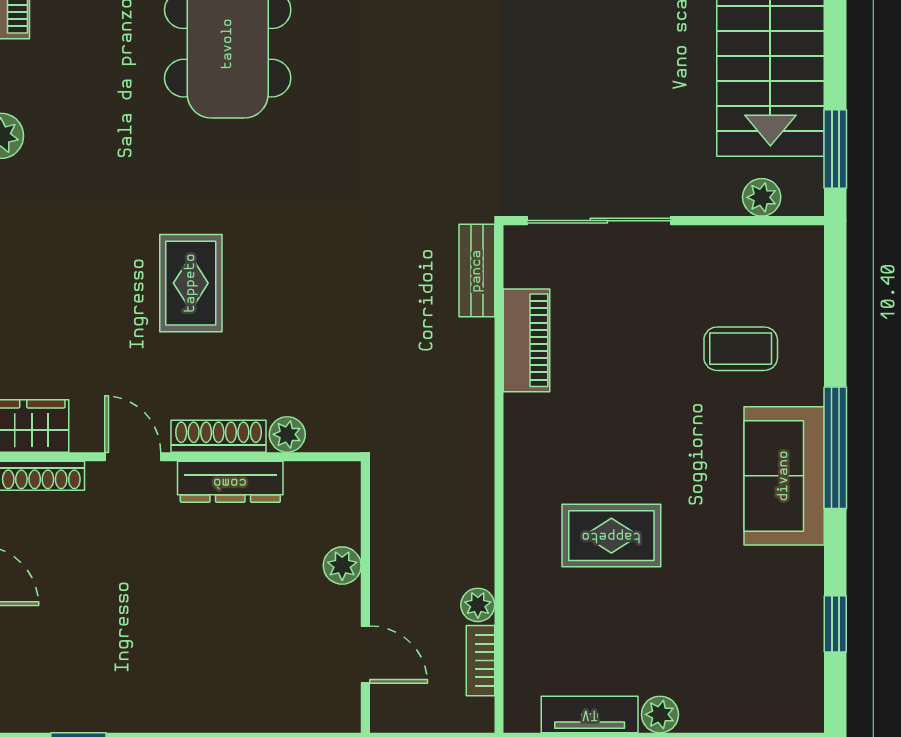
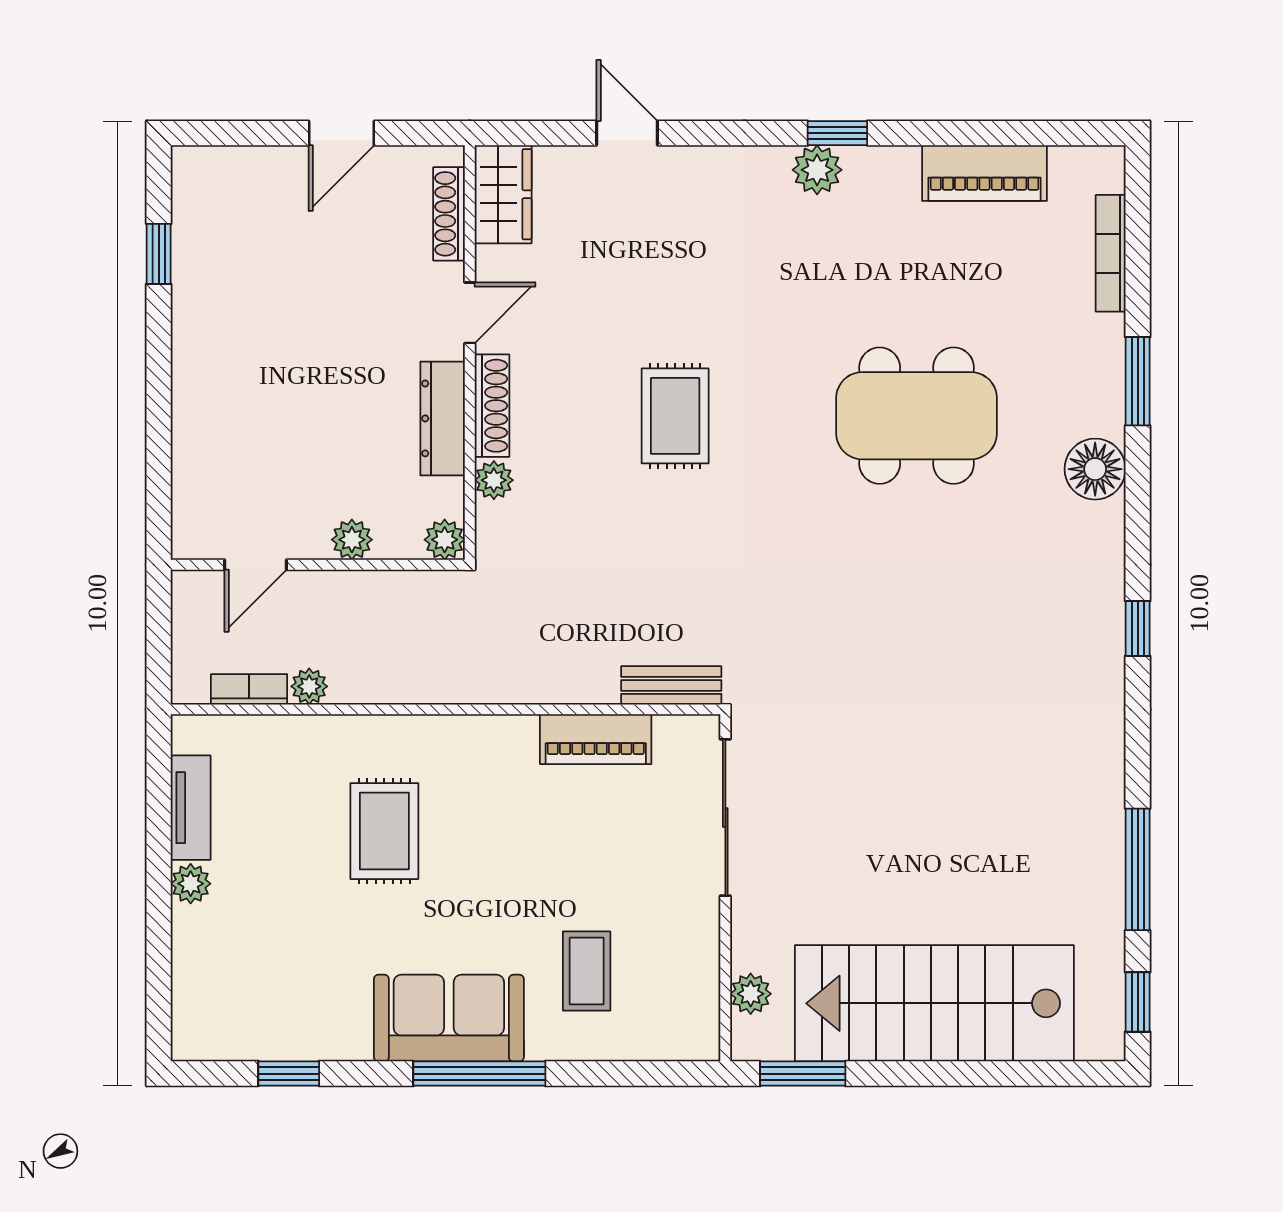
rug: (191, 283) -> (675, 416), moved, turned 90
plant: (342, 480) -> (445, 540), added

